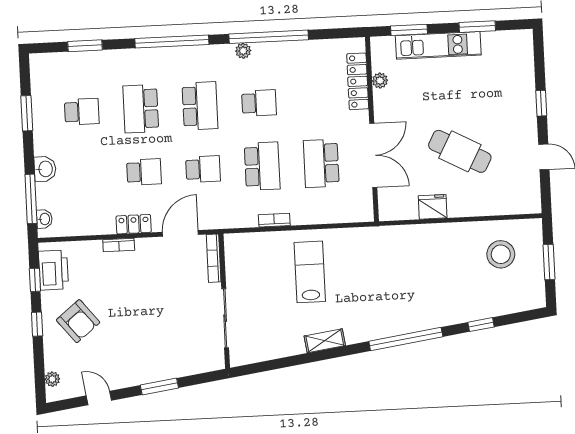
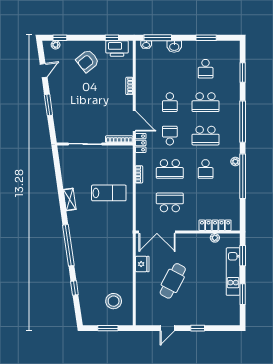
school desk: (141, 109) -> (206, 102), turned 180
double door: (373, 155) -> (157, 232), moved
school desk: (203, 169) -> (170, 136), turned 180
locker: (134, 224) -> (141, 143), moved
window: (37, 324) -> (60, 38), moved

